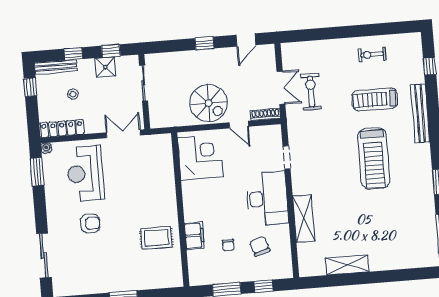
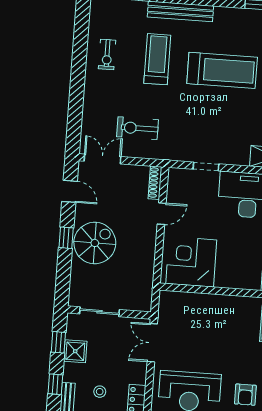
double door: (281, 88) -> (102, 159), moved
treadmill: (375, 100) -> (157, 59), turned 180
spiral stairs: (209, 103) -> (95, 243), moved
armchair: (90, 223) -> (245, 395), turned 180

